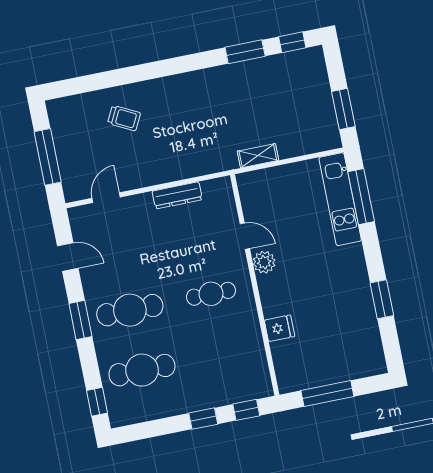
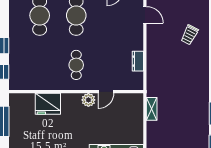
dresser: (177, 195) -> (138, 61), width x0.70
fridge: (280, 328) -> (48, 104), width x1.88, depth x1.34

